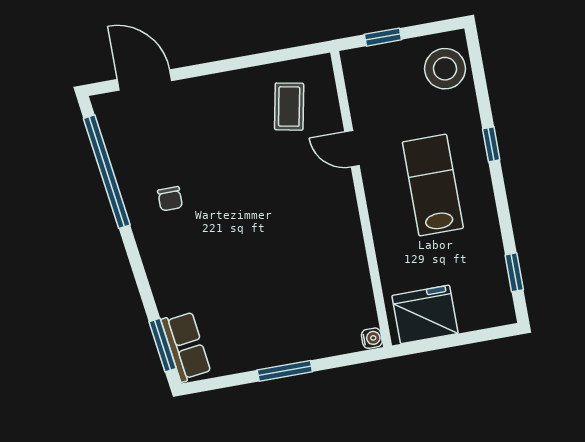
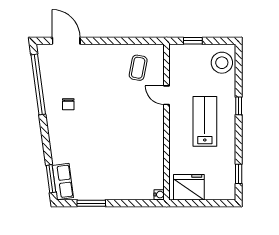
window: (285, 371) -> (91, 203), moved

